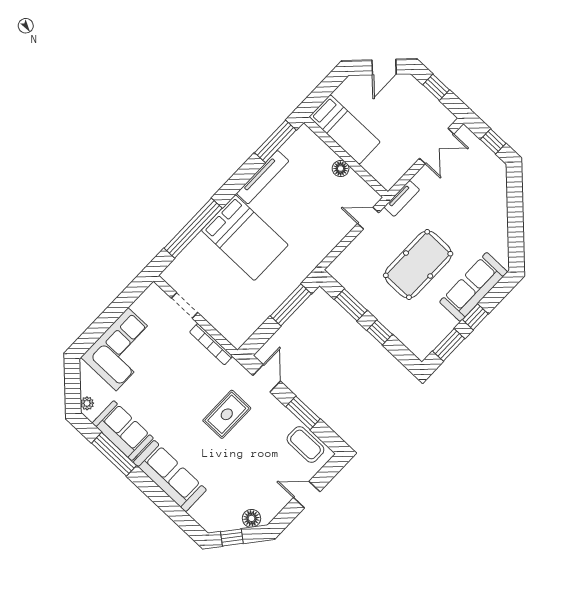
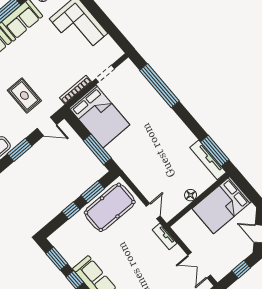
bed: (345, 129) -> (222, 205), width x1.50
tv unit: (263, 177) -> (208, 160), moved
bed: (245, 238) -> (99, 116), moved, turned -90
pool table: (418, 265) -> (110, 207), moved, turned 90

